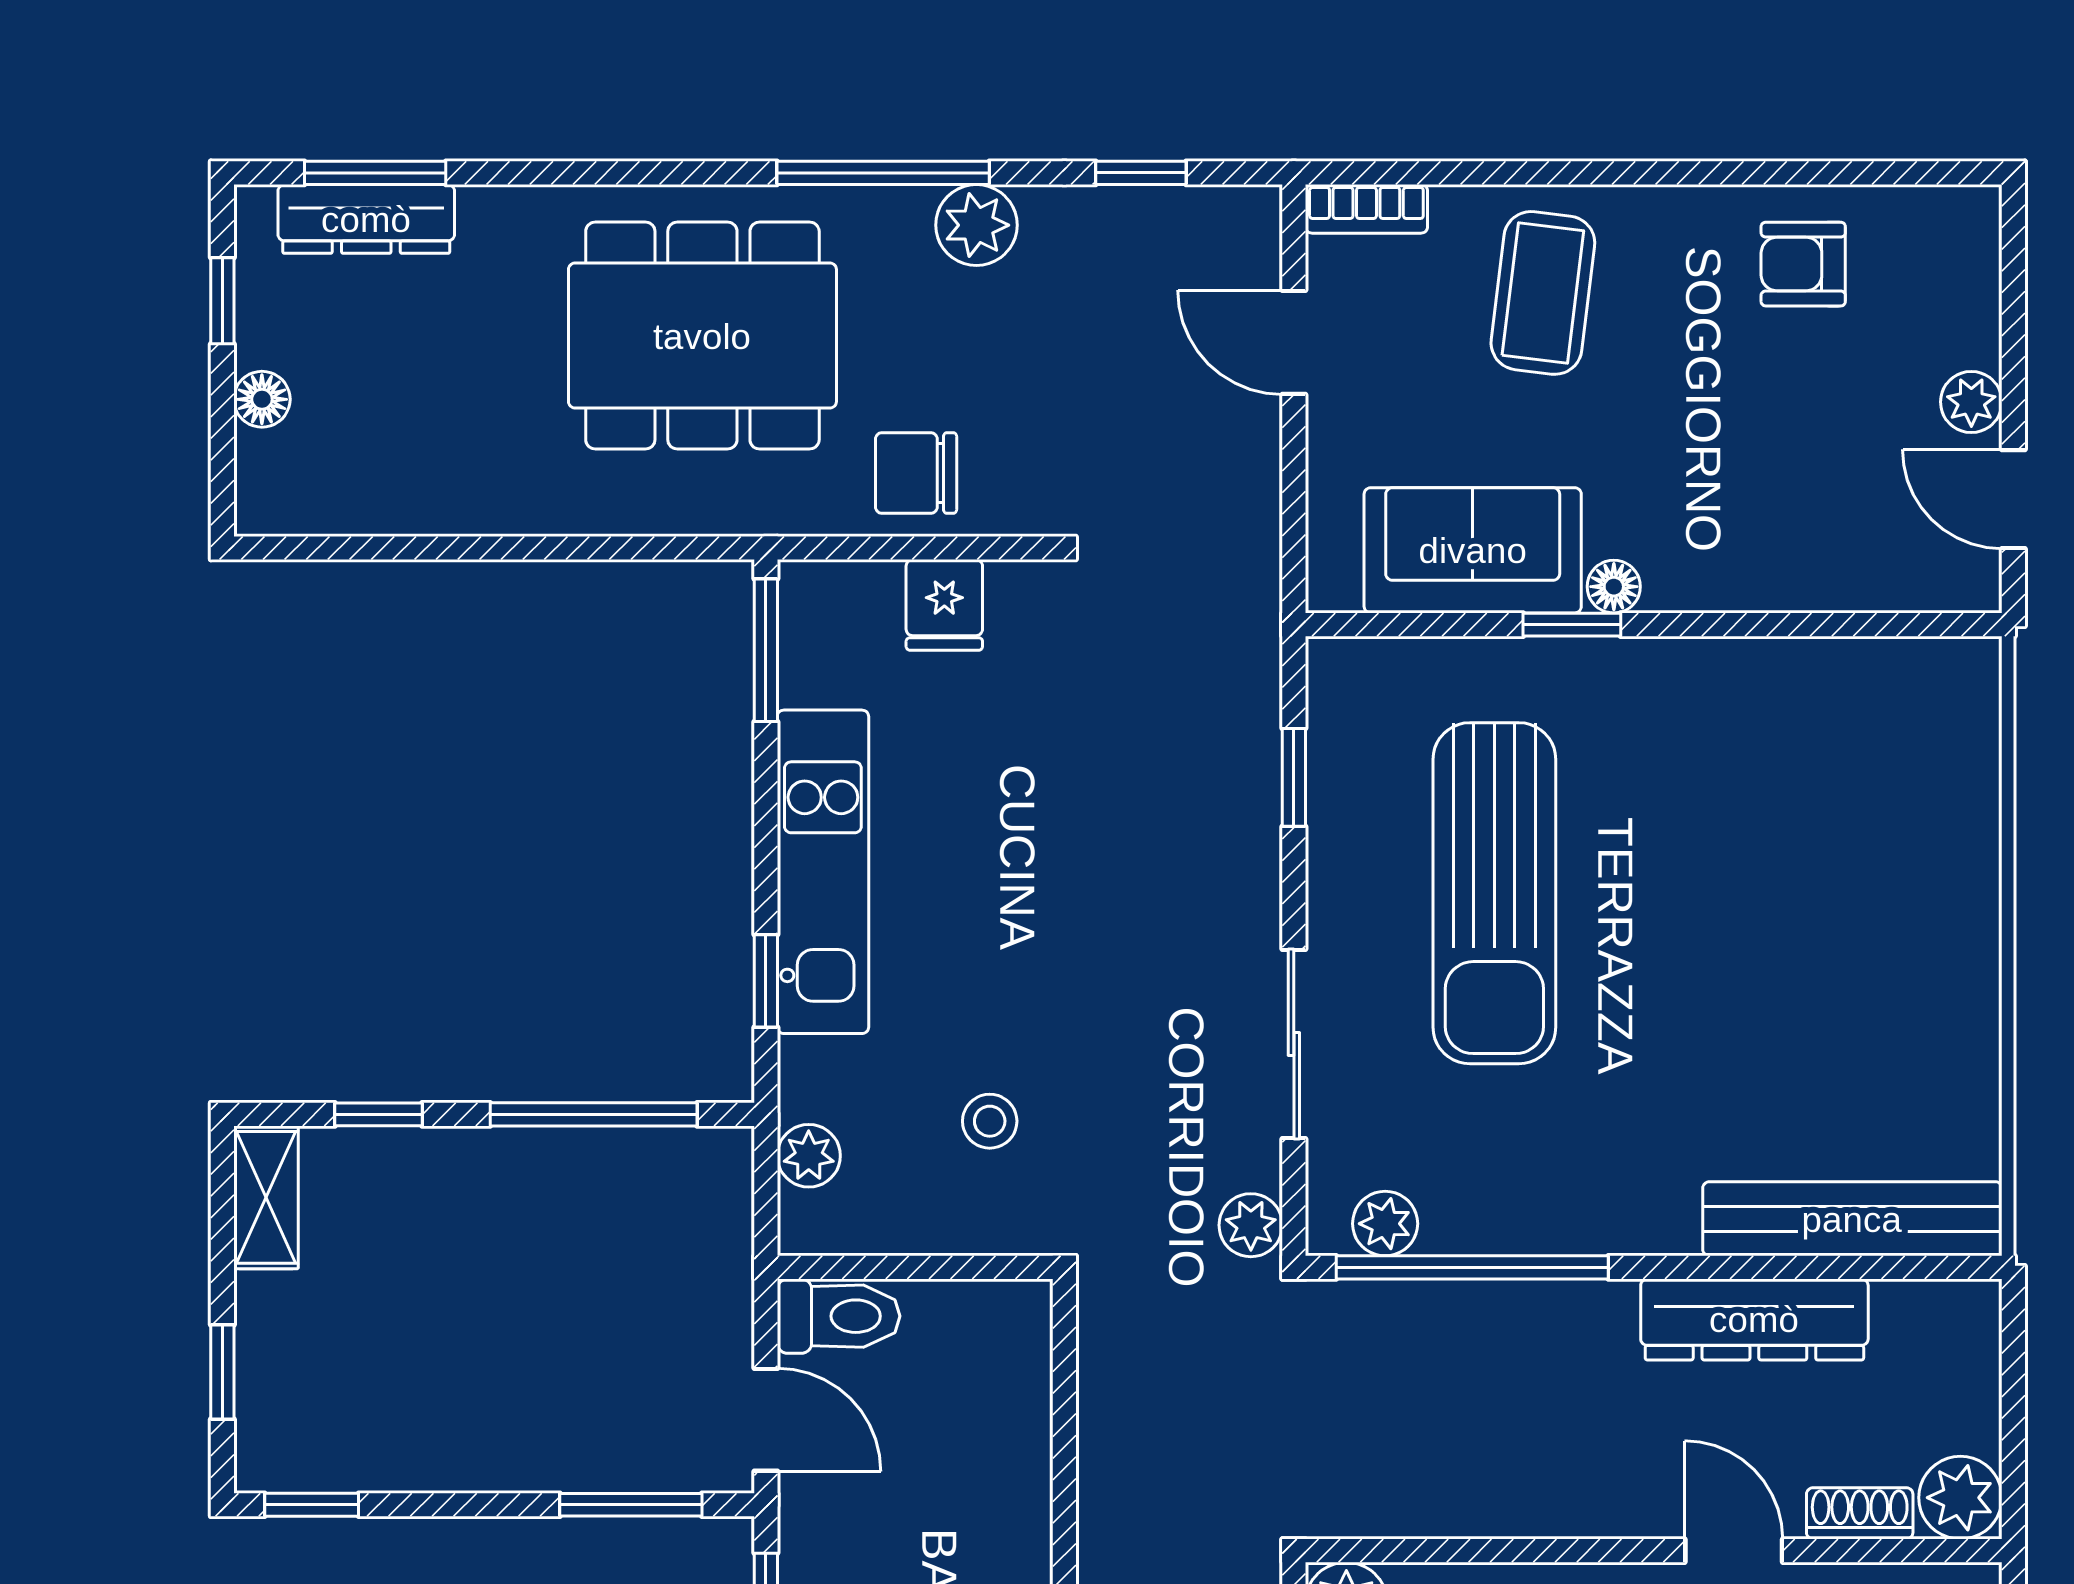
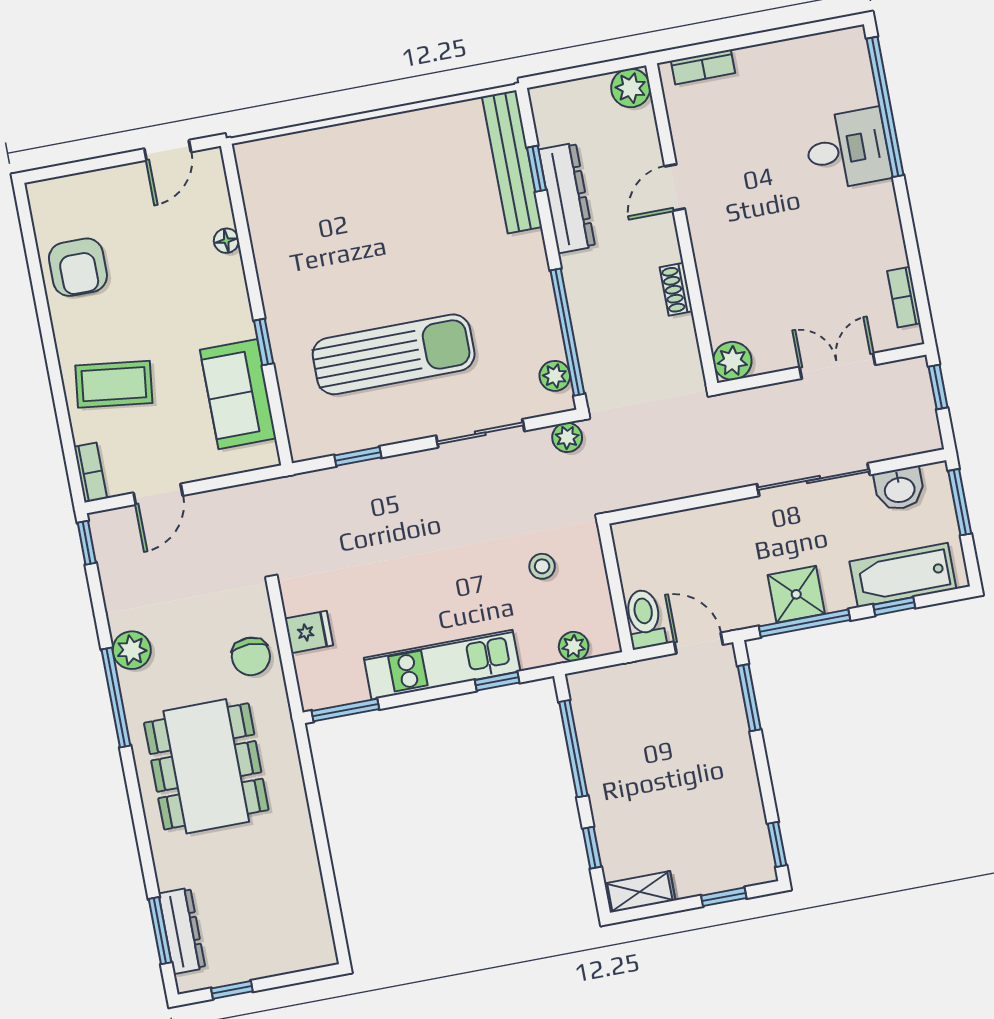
window: (1141, 173) -> (87, 543), moved
armchair: (1803, 264) -> (78, 267), width x1.38, depth x1.38
floor lamp: (262, 399) -> (274, 963), removed
plant: (1971, 402) -> (127, 178), removed
floor lamp: (1614, 587) -> (226, 241), moved
window: (1828, 1267) -> (536, 169), added
door: (766, 1420) -> (699, 643), hinge flipped
shoe rack: (1860, 1513) -> (676, 289), moved

